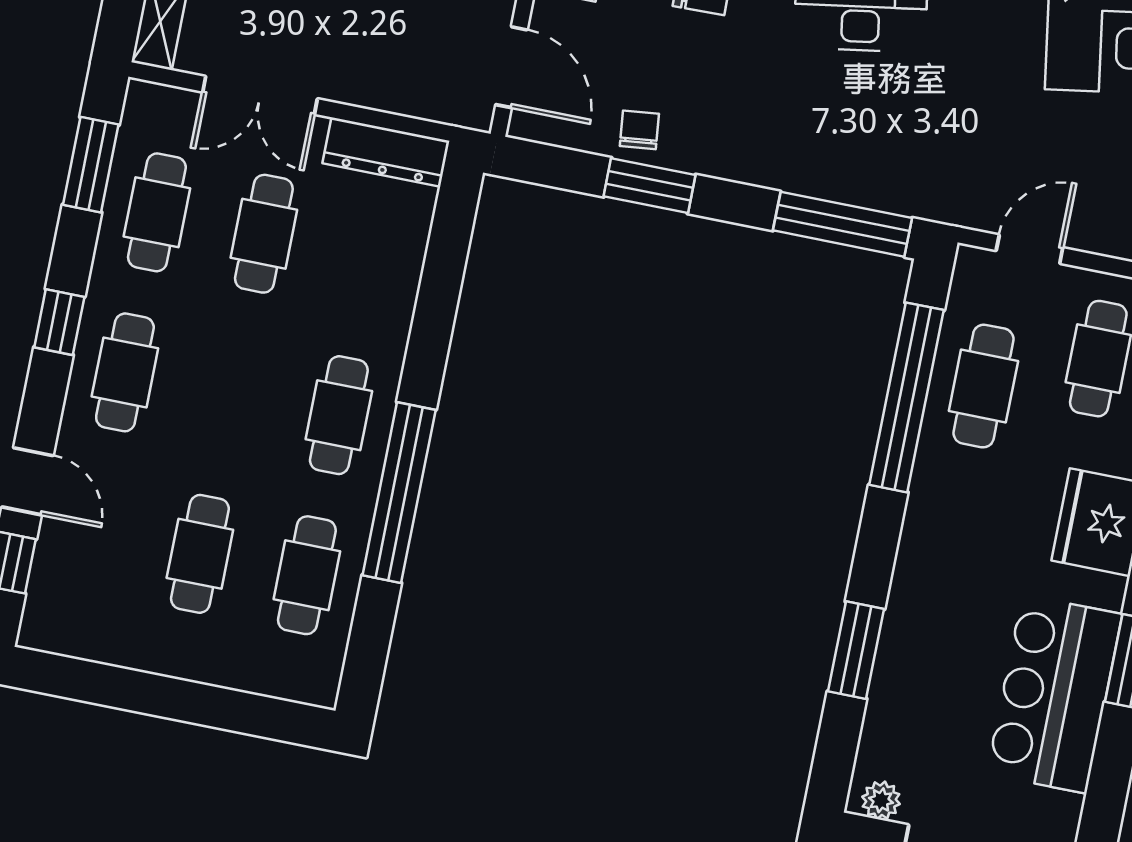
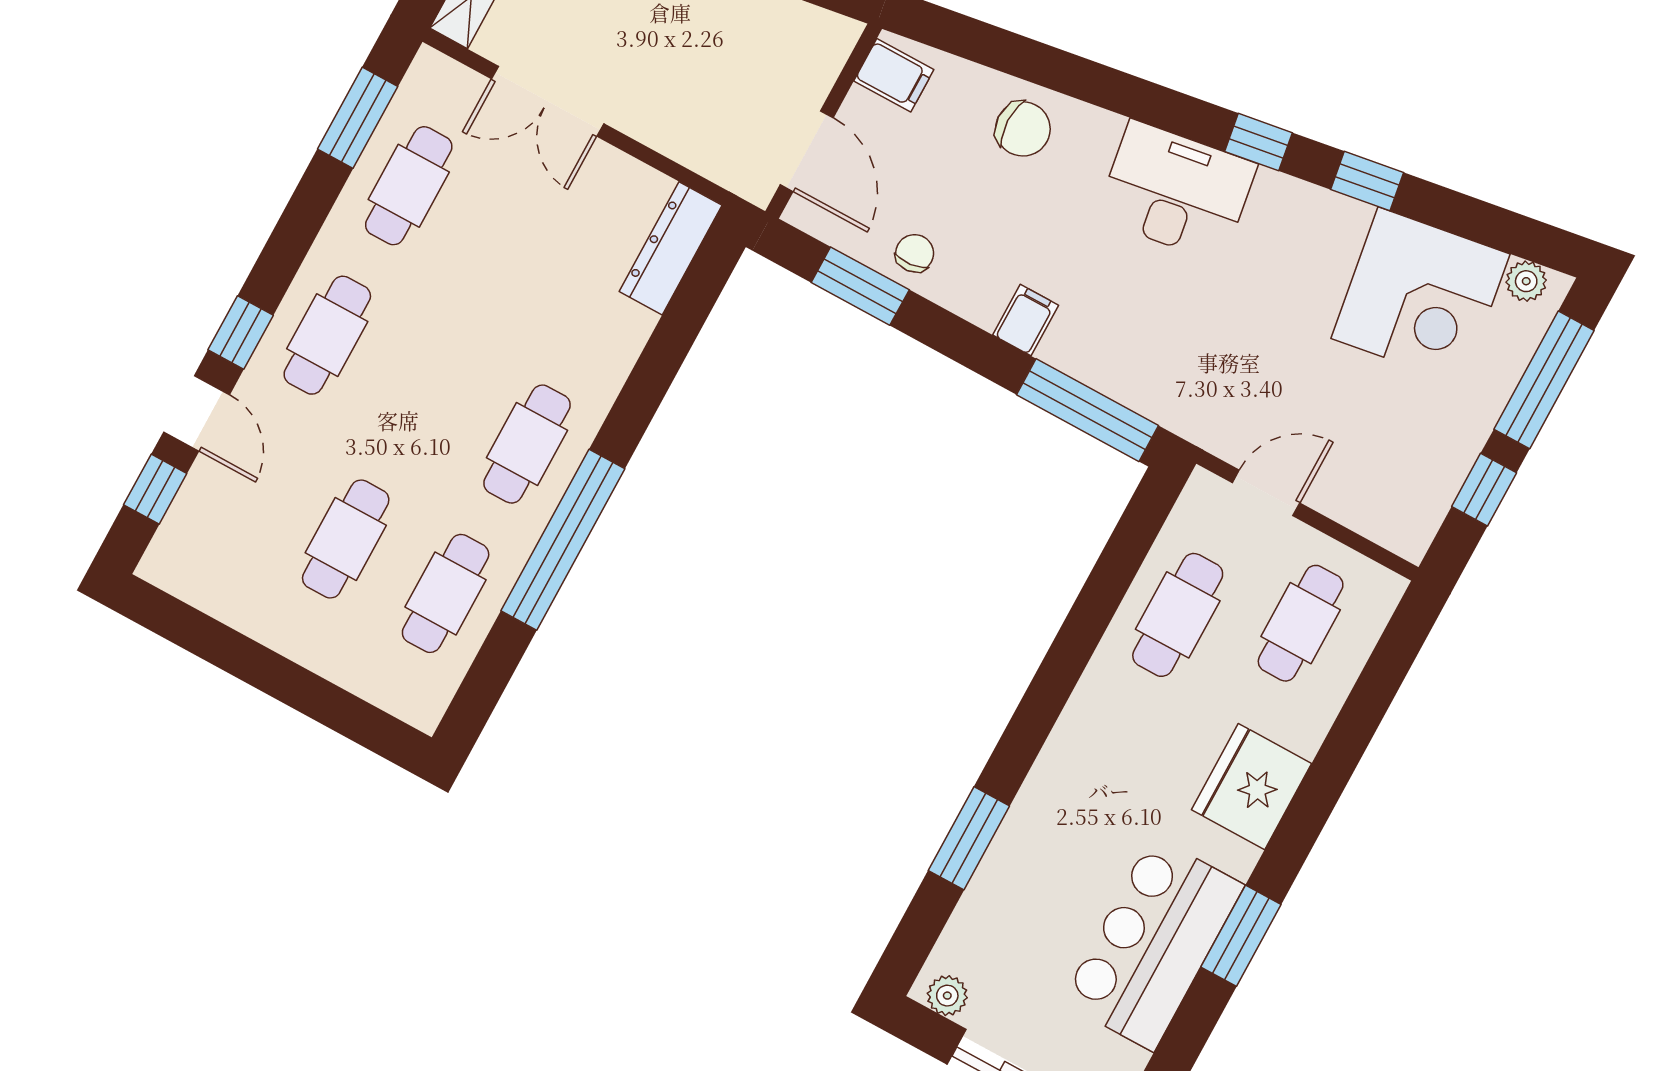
dresser: (386, 152) -> (671, 248), moved, turned 90
filing cabinet: (760, 159) -> (1026, 320), added
window: (649, 186) -> (860, 286), moved
cafe table: (264, 234) -> (509, 240), removed
window: (59, 322) -> (241, 333), moved
window: (907, 397) -> (1098, 602), removed

